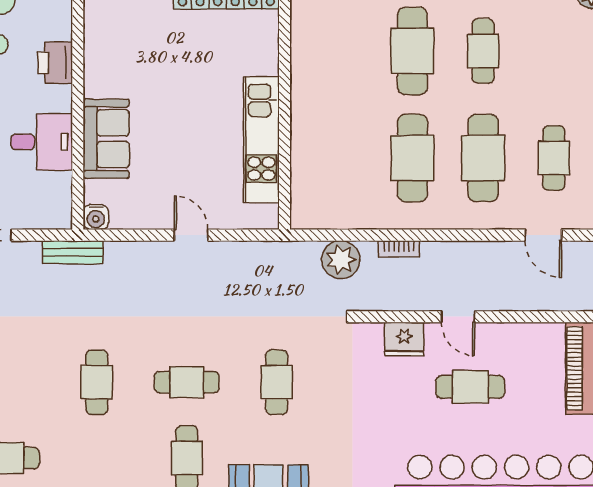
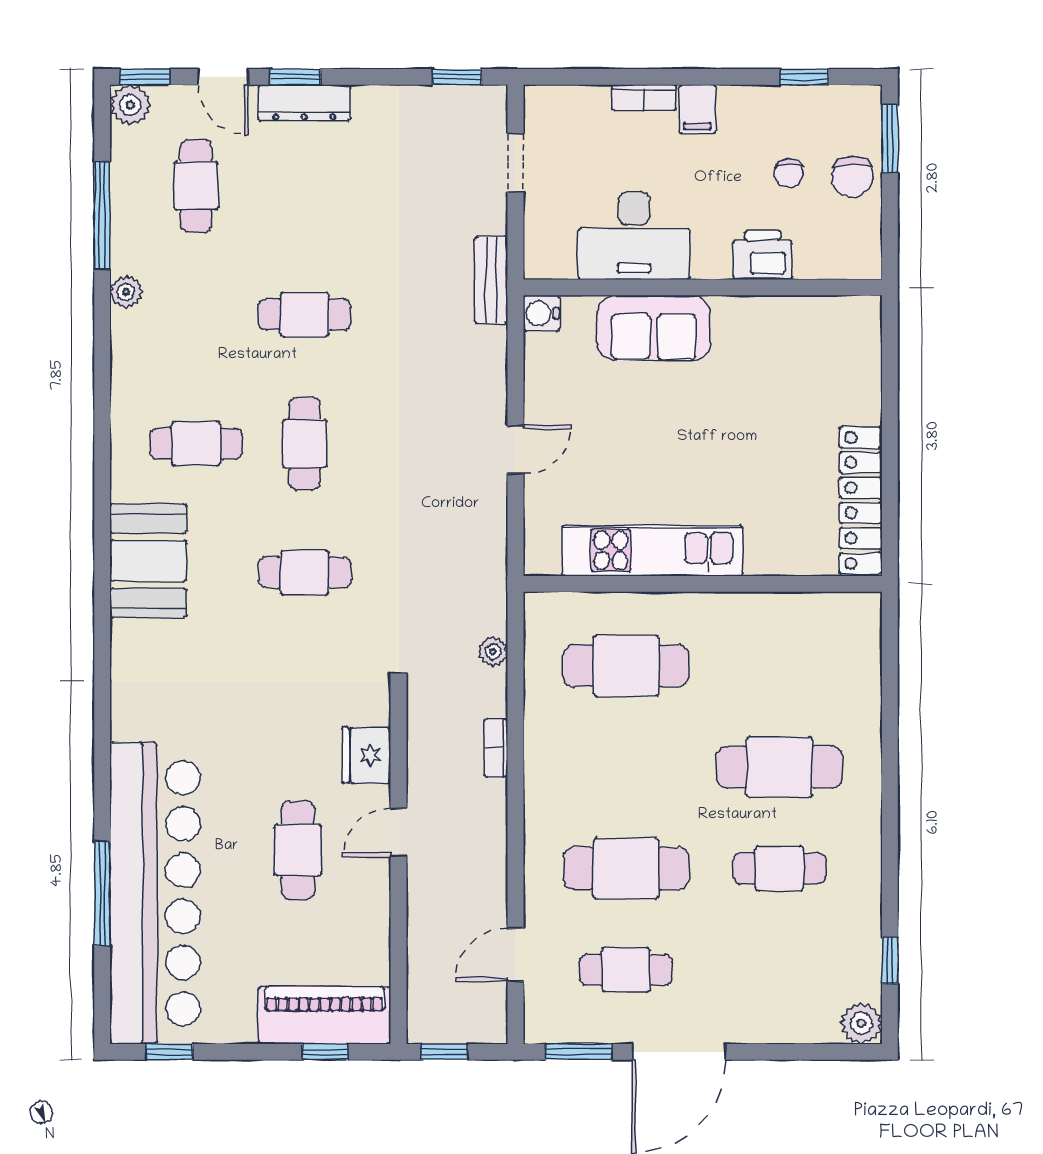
desk: (42, 142) -> (634, 236), width x1.37
cafe table: (412, 158) -> (626, 666), moved
plant: (341, 260) -> (493, 652), width x0.53, depth x0.53

